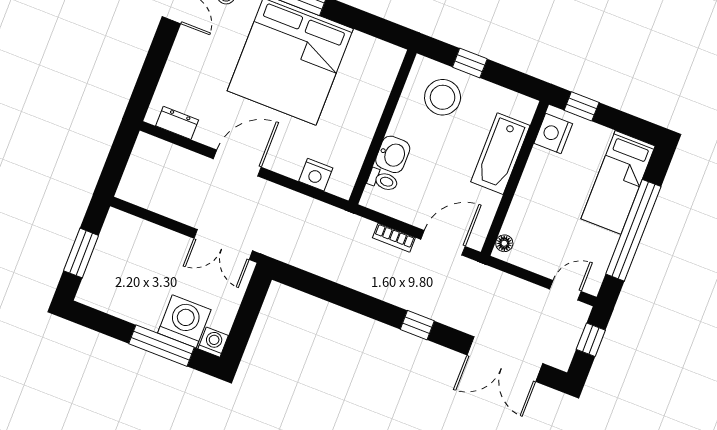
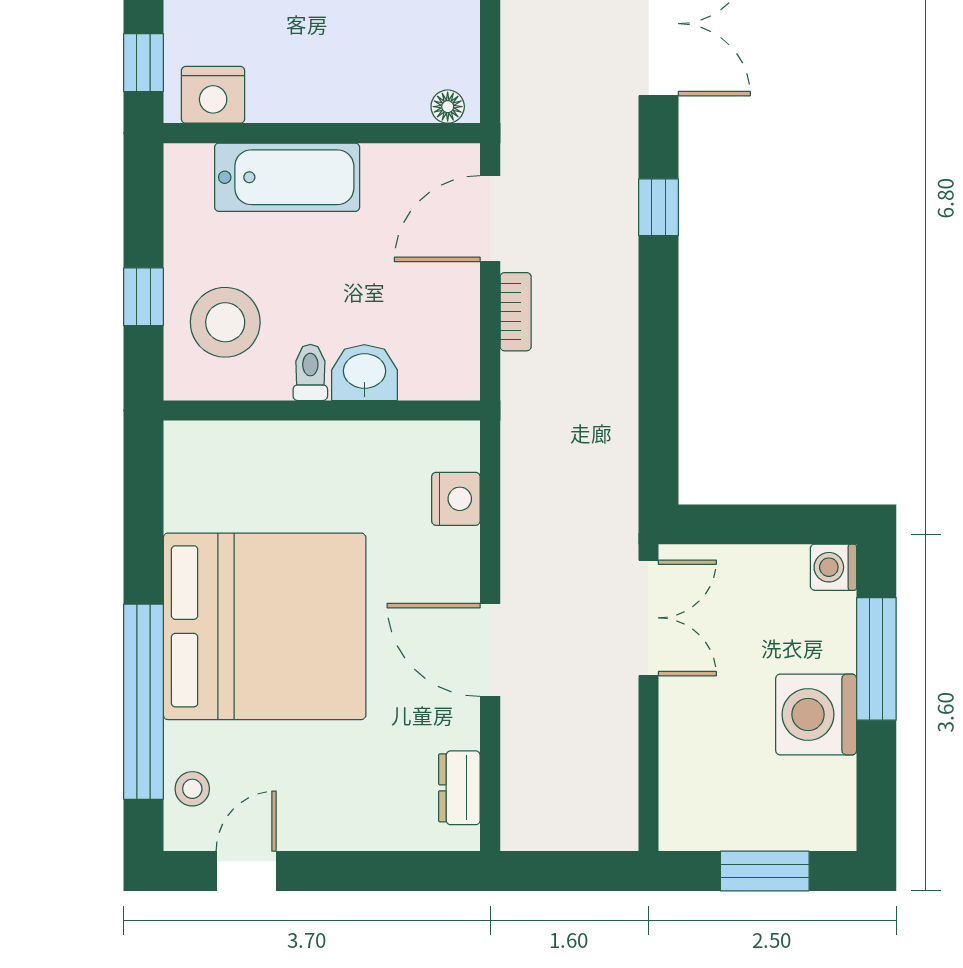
toilet: (383, 180) -> (310, 372), moved
door: (443, 243) -> (490, 219), hinge flipped
washing machine: (184, 321) -> (816, 714), moved

